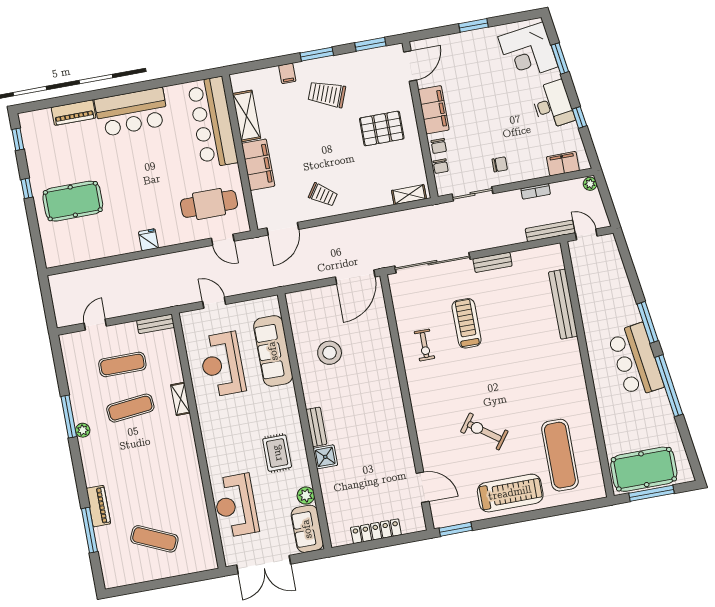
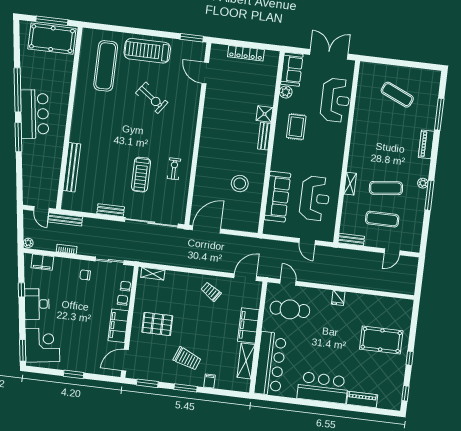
window: (560, 58) -> (23, 350), moved
piano: (98, 506) -> (426, 144), moved

